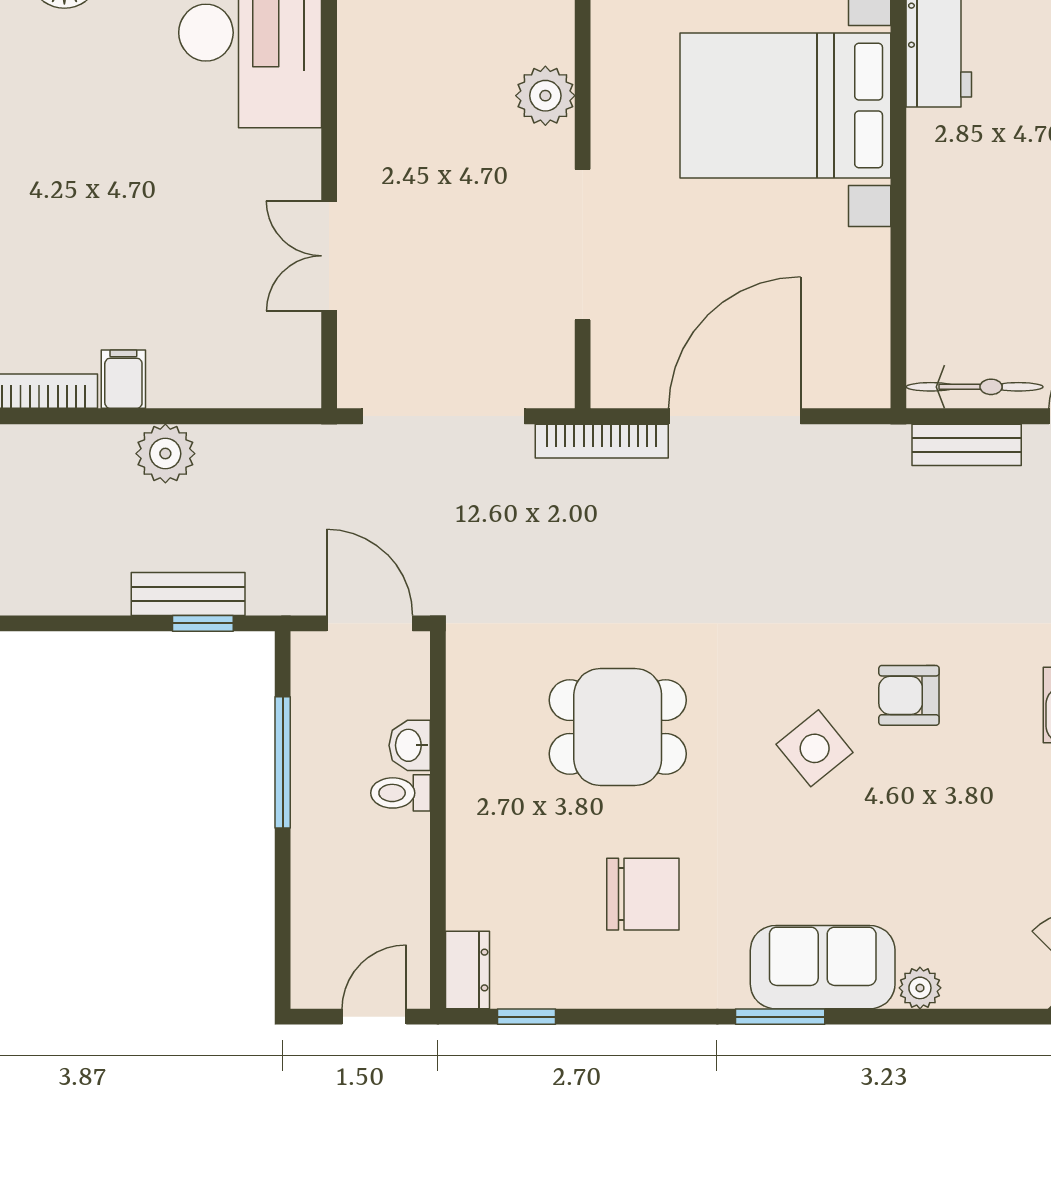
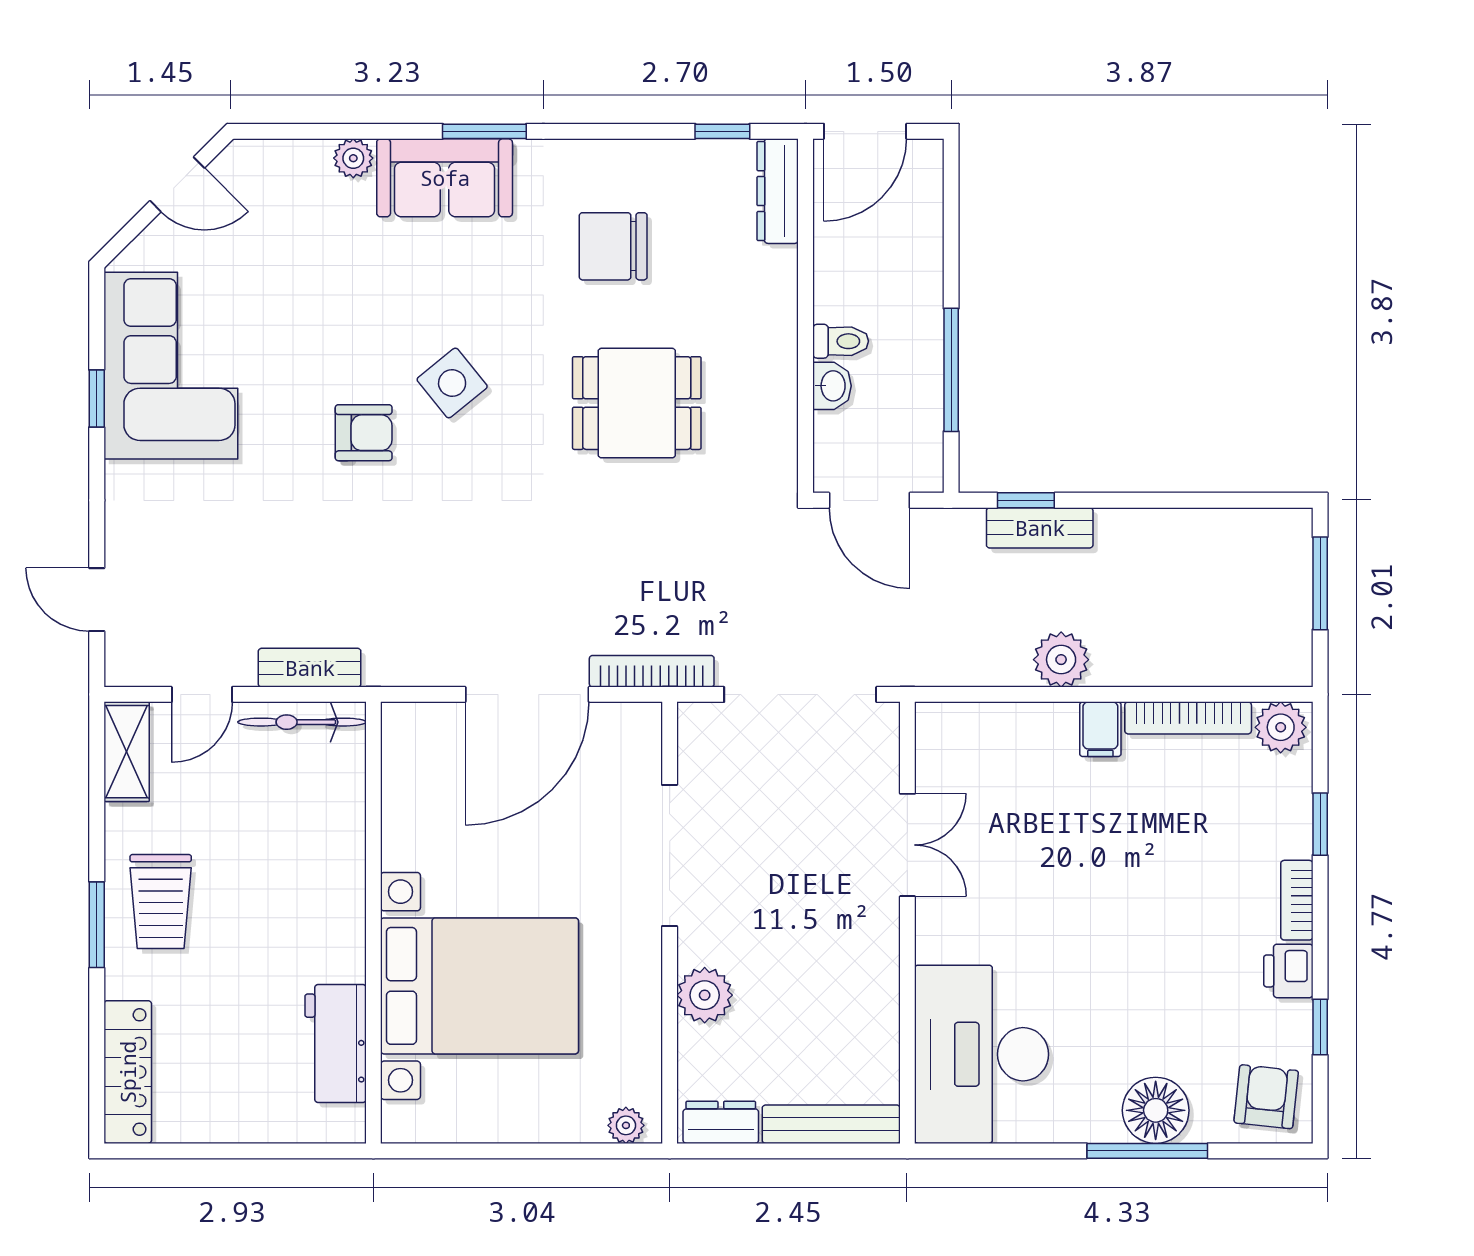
dresser: (467, 970) -> (778, 191), width x1.44
door: (374, 1017) -> (865, 131), width x1.38

